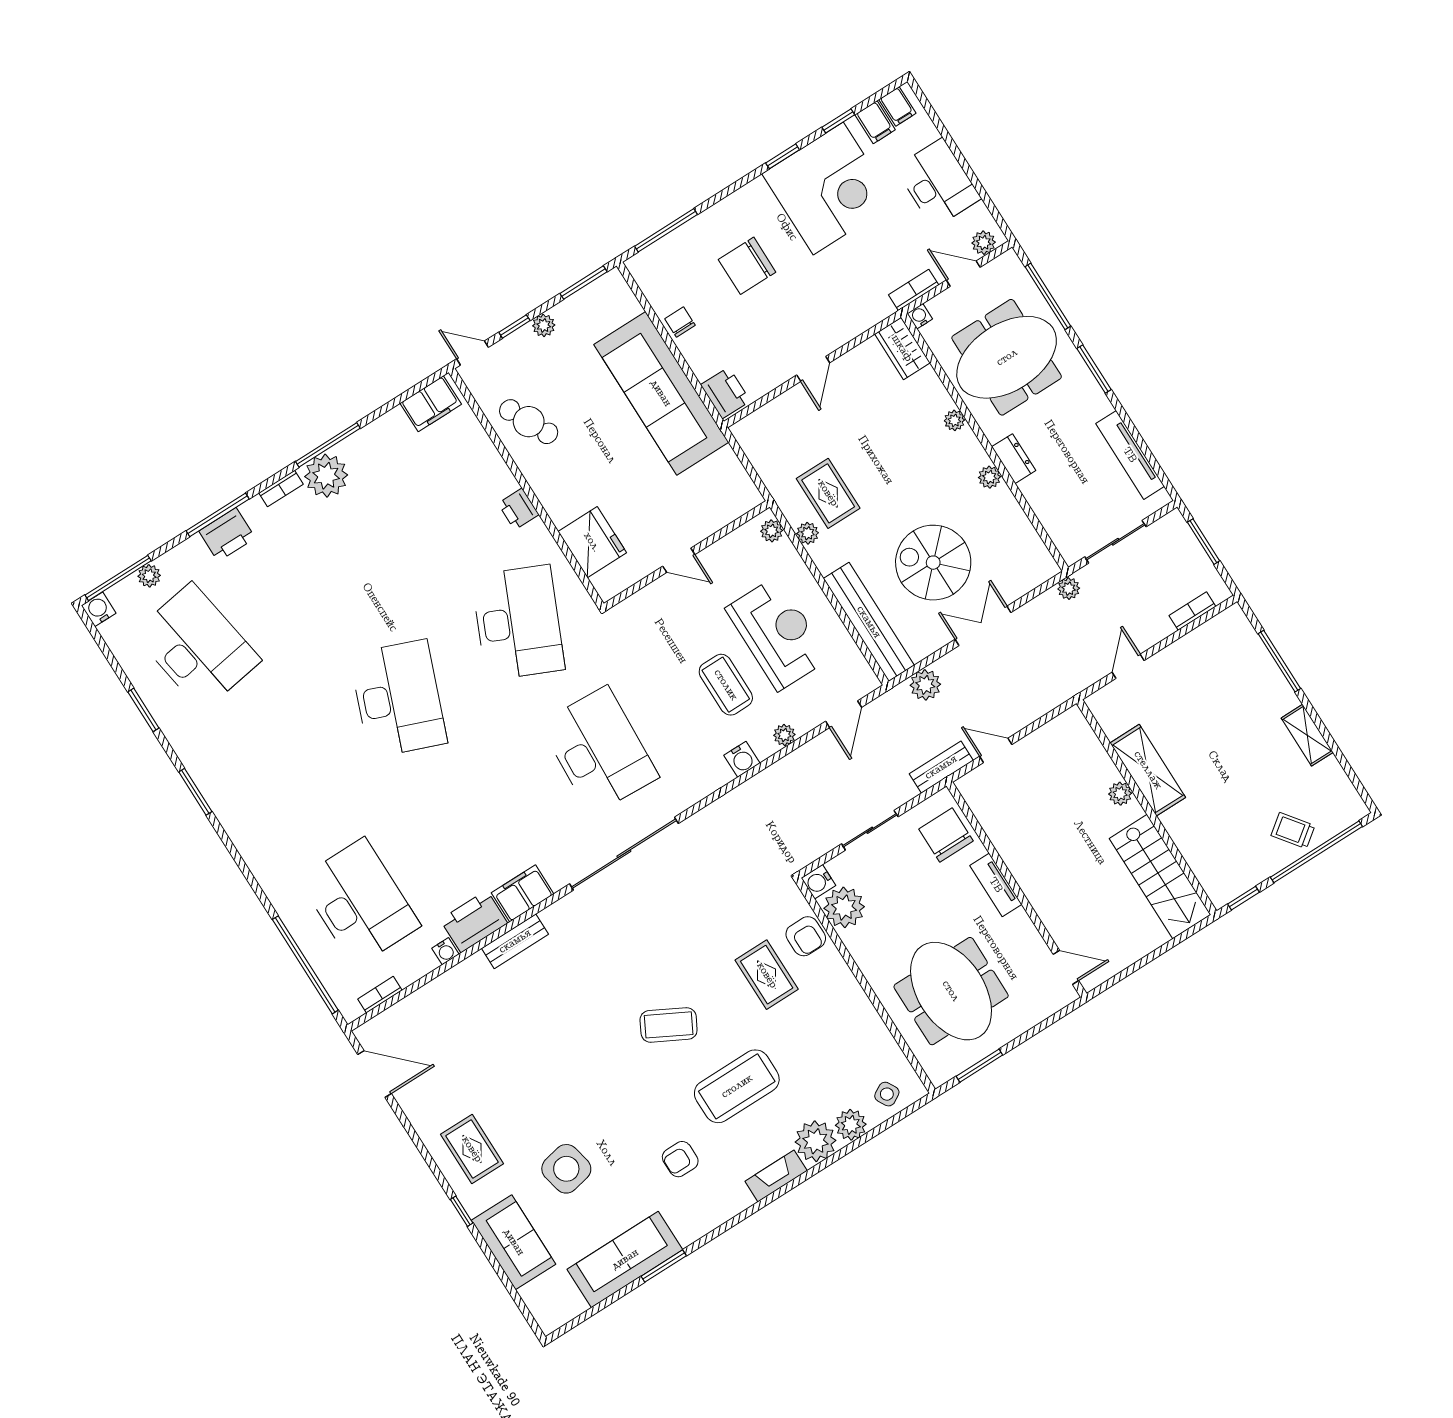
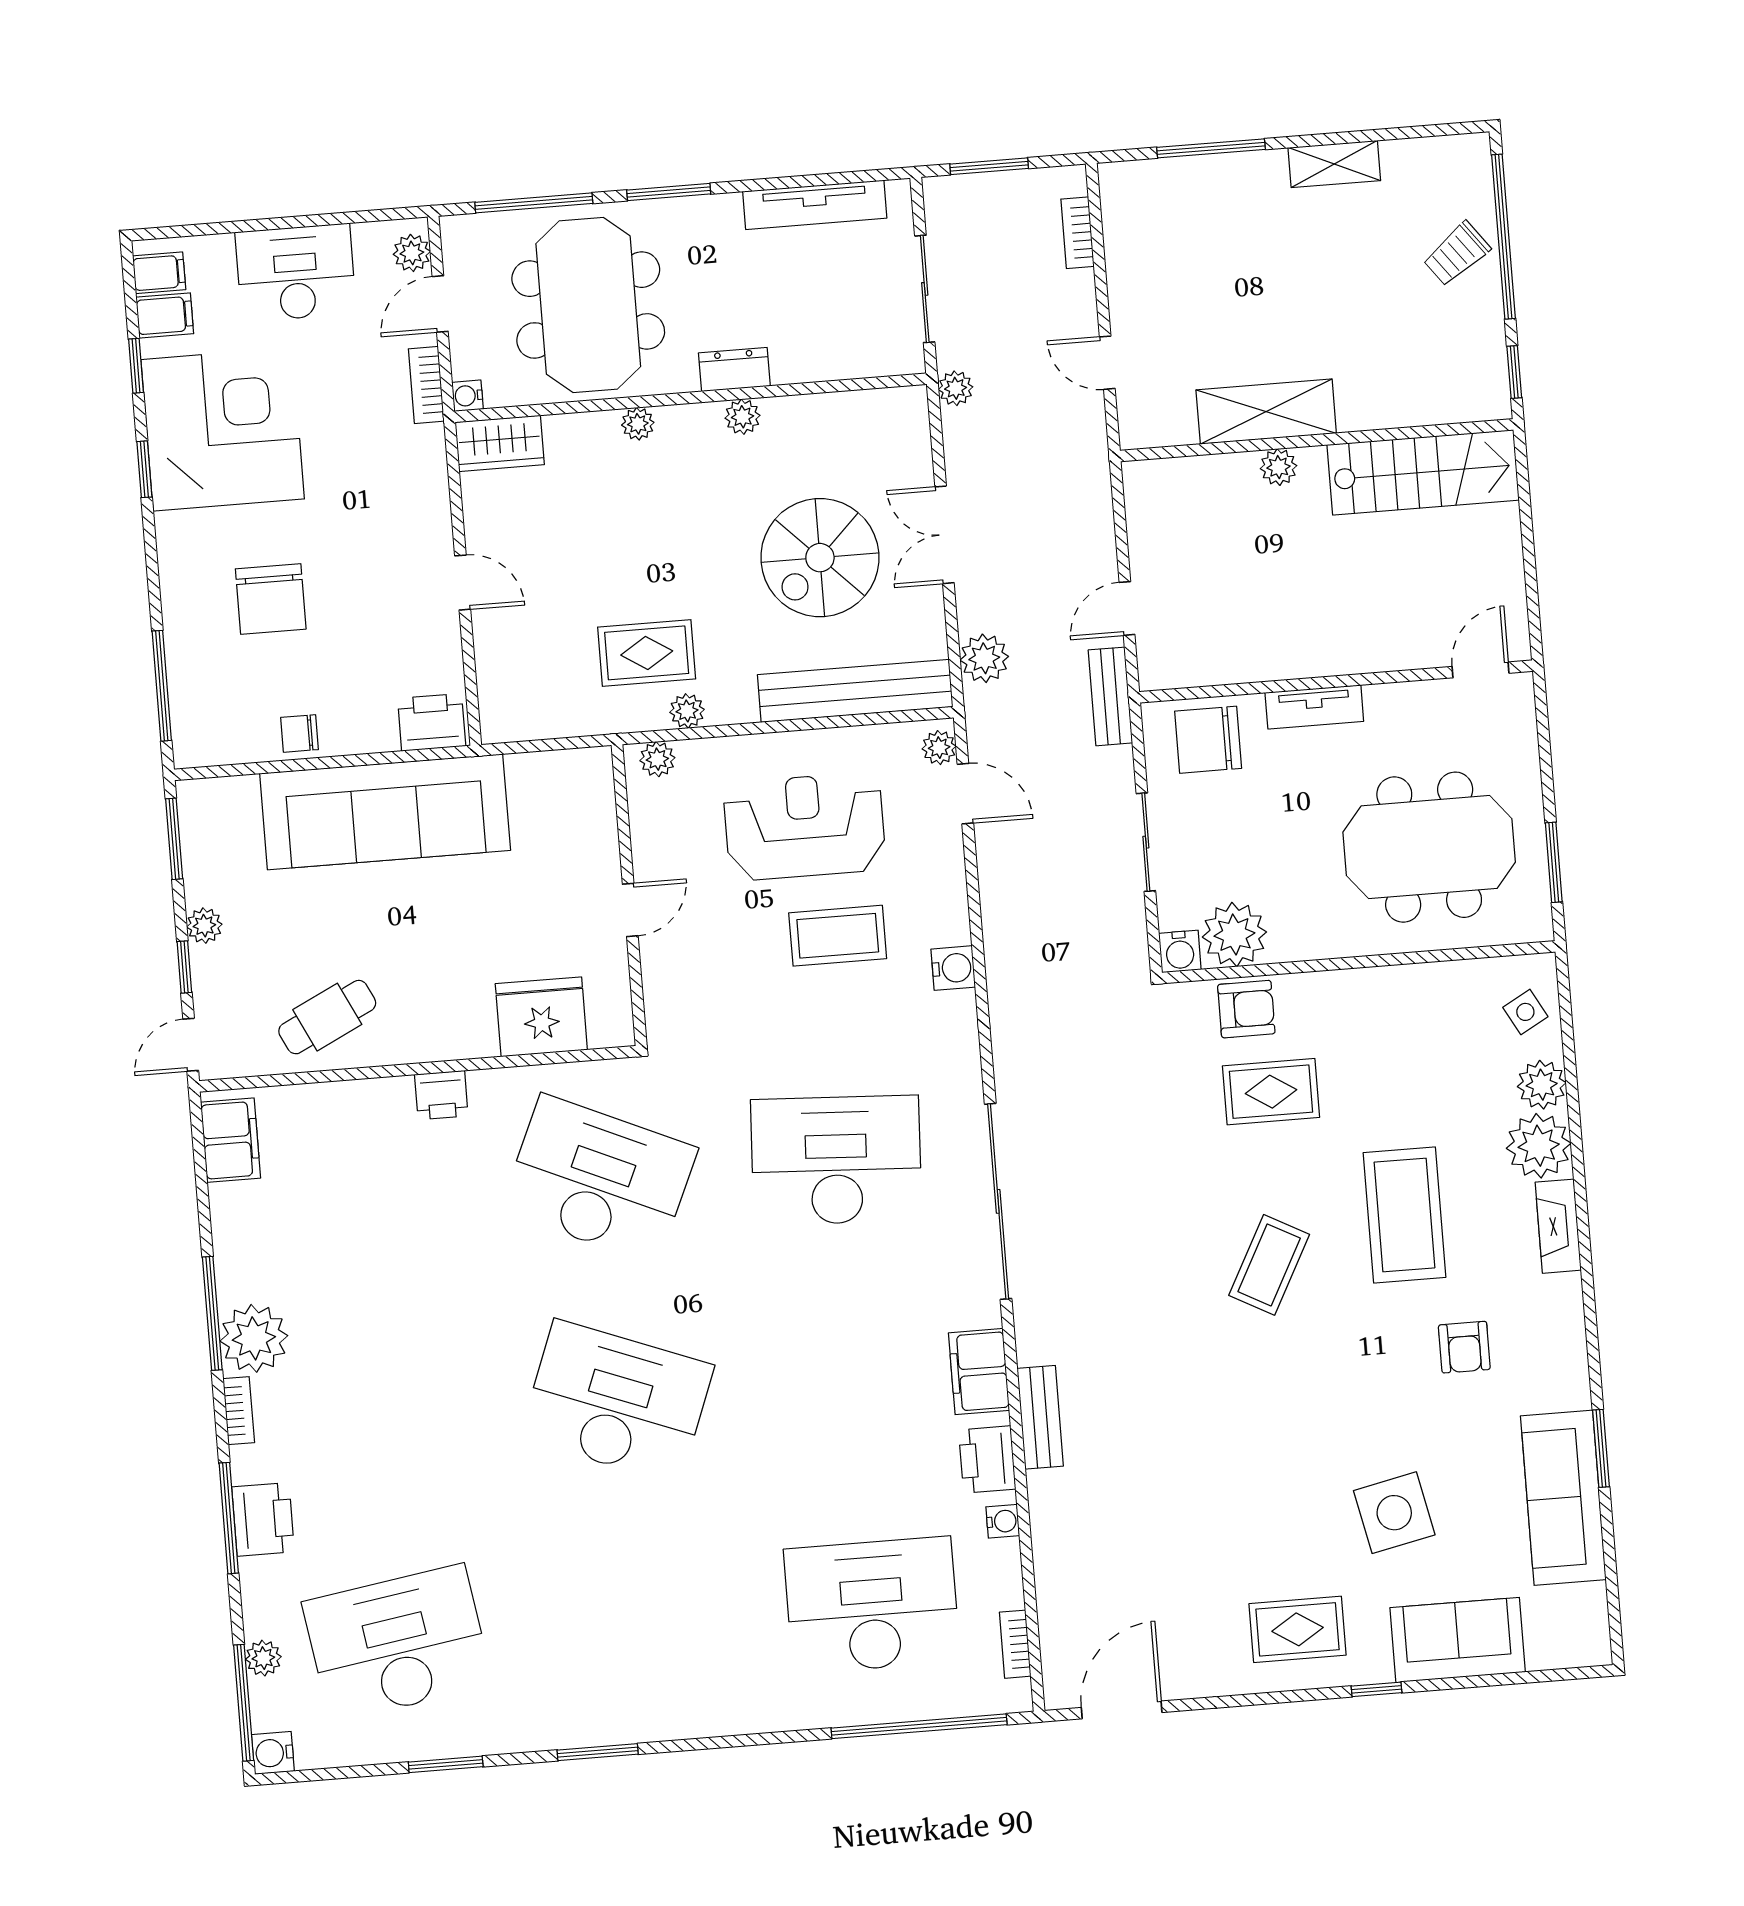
plant: (784, 735) -> (939, 748), moved
printer: (474, 921) -> (987, 1459), width x0.73, depth x0.84

